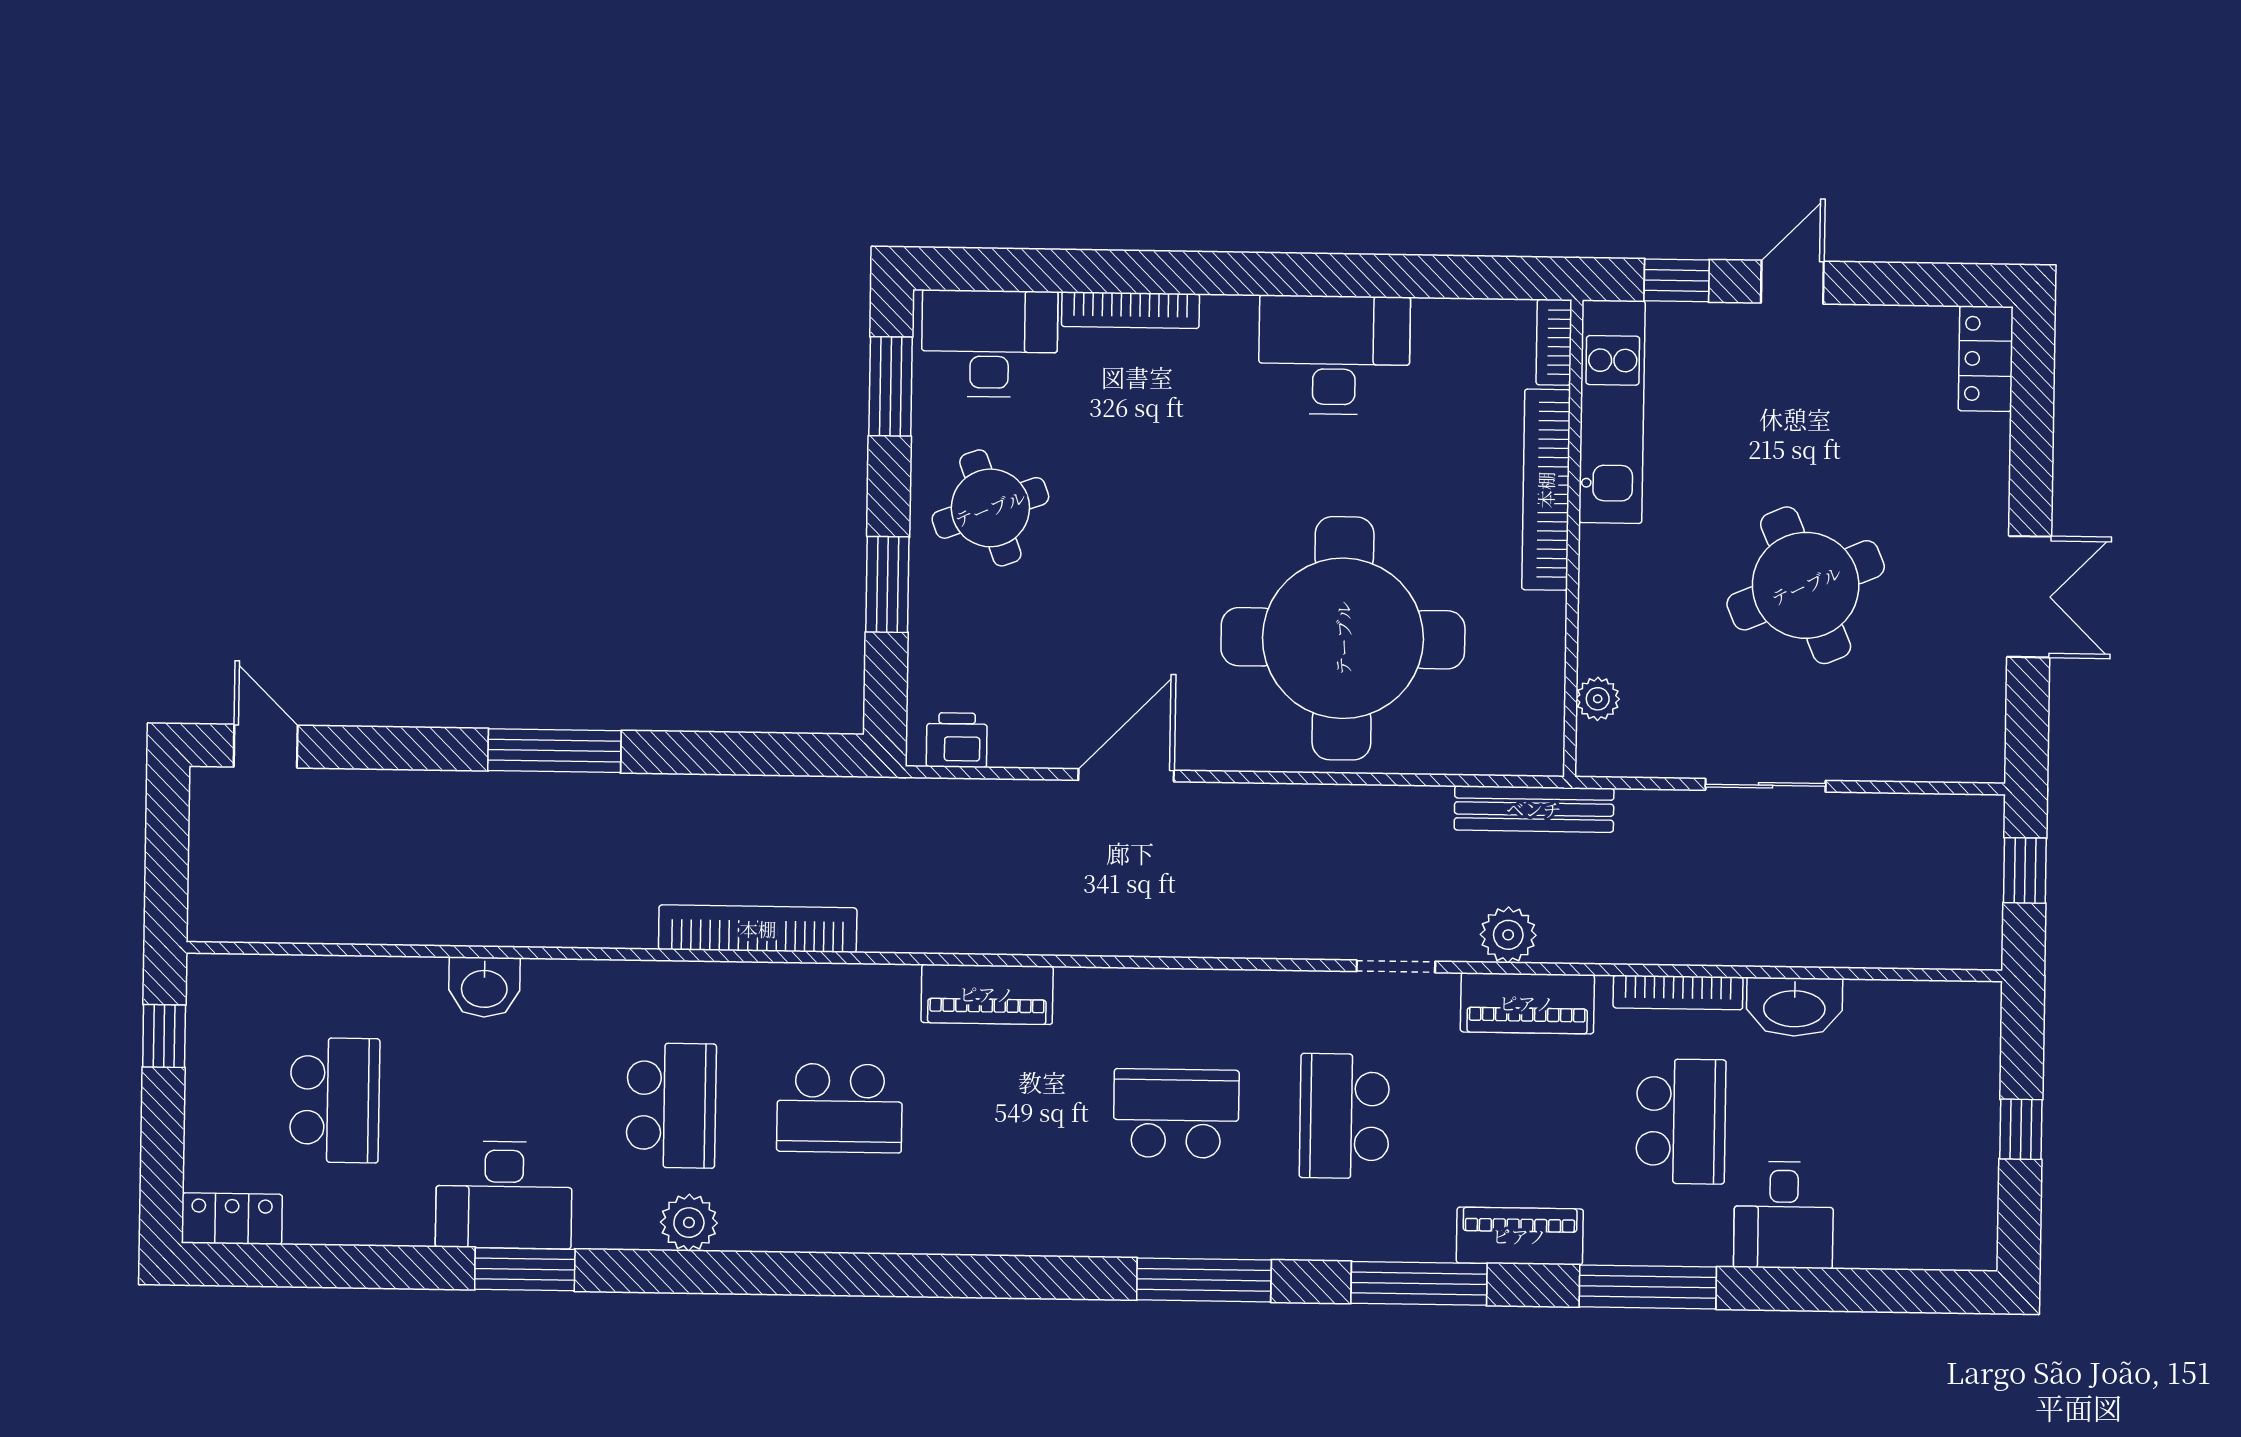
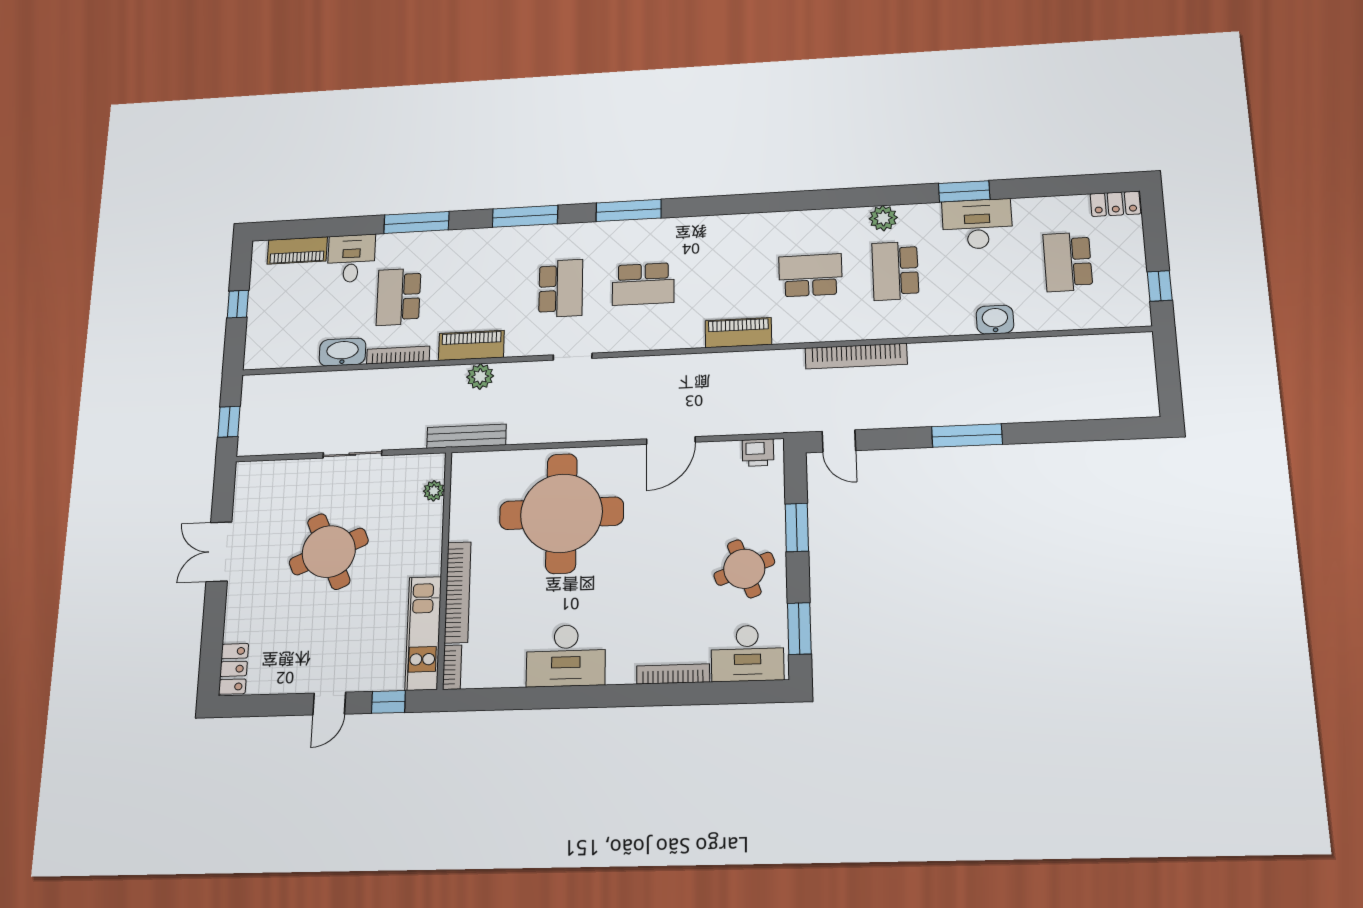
door: (266, 746) -> (839, 441), moved
doorway: (1396, 966) -> (573, 357), moved
piano: (1520, 1236) -> (297, 250), moved

